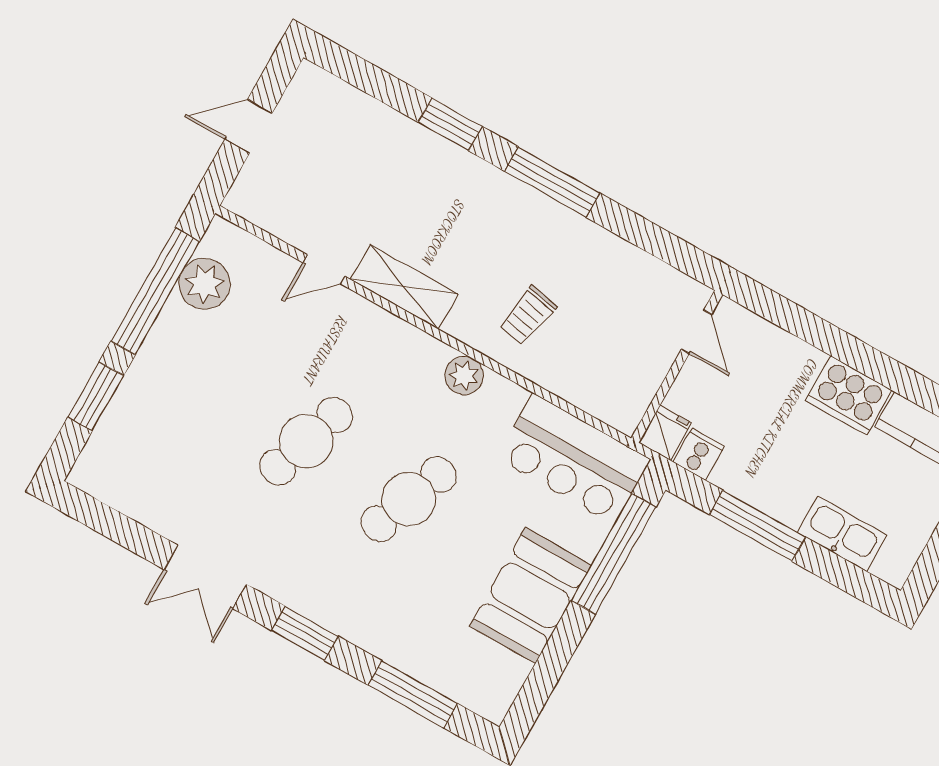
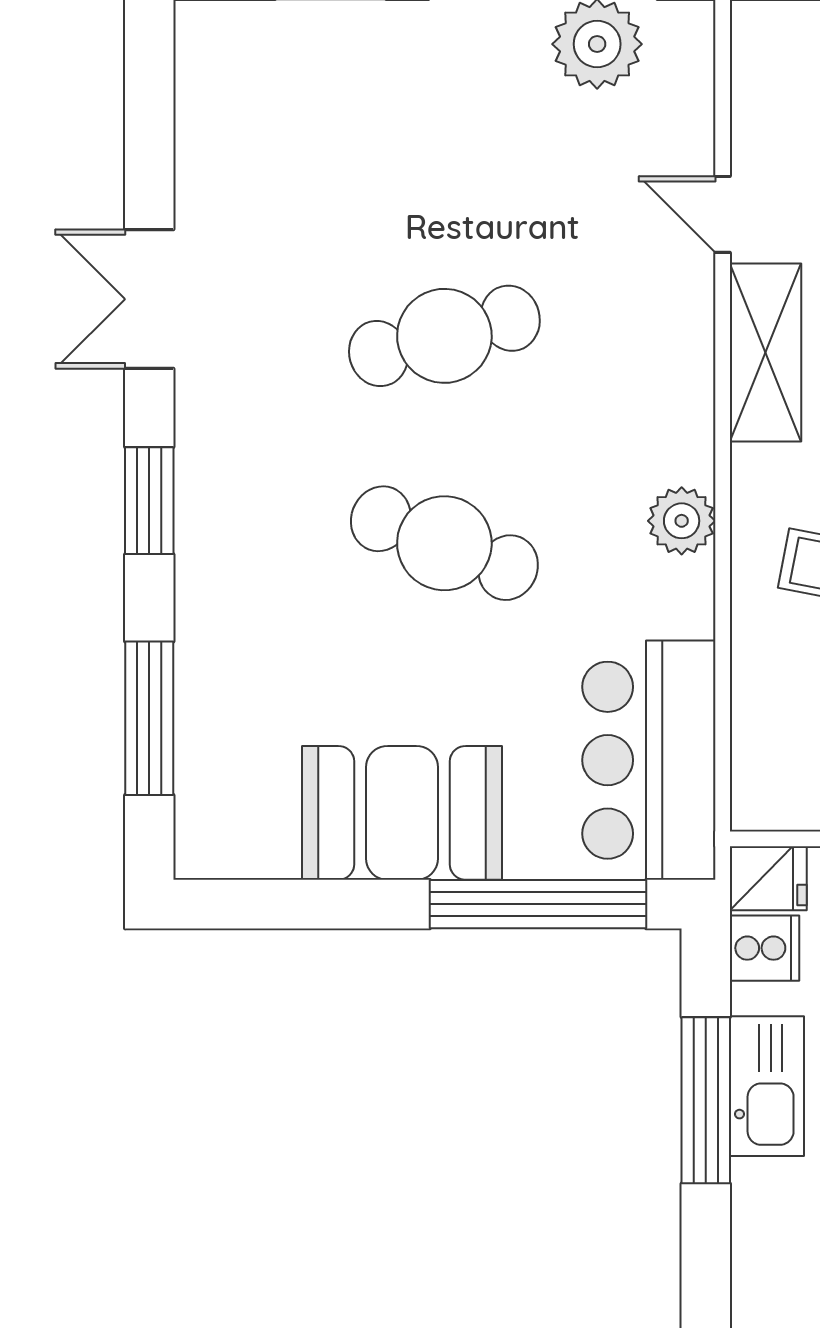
cafe table: (306, 441) -> (444, 336), turned -33
kitchen sink: (842, 534) -> (767, 1086), moved

